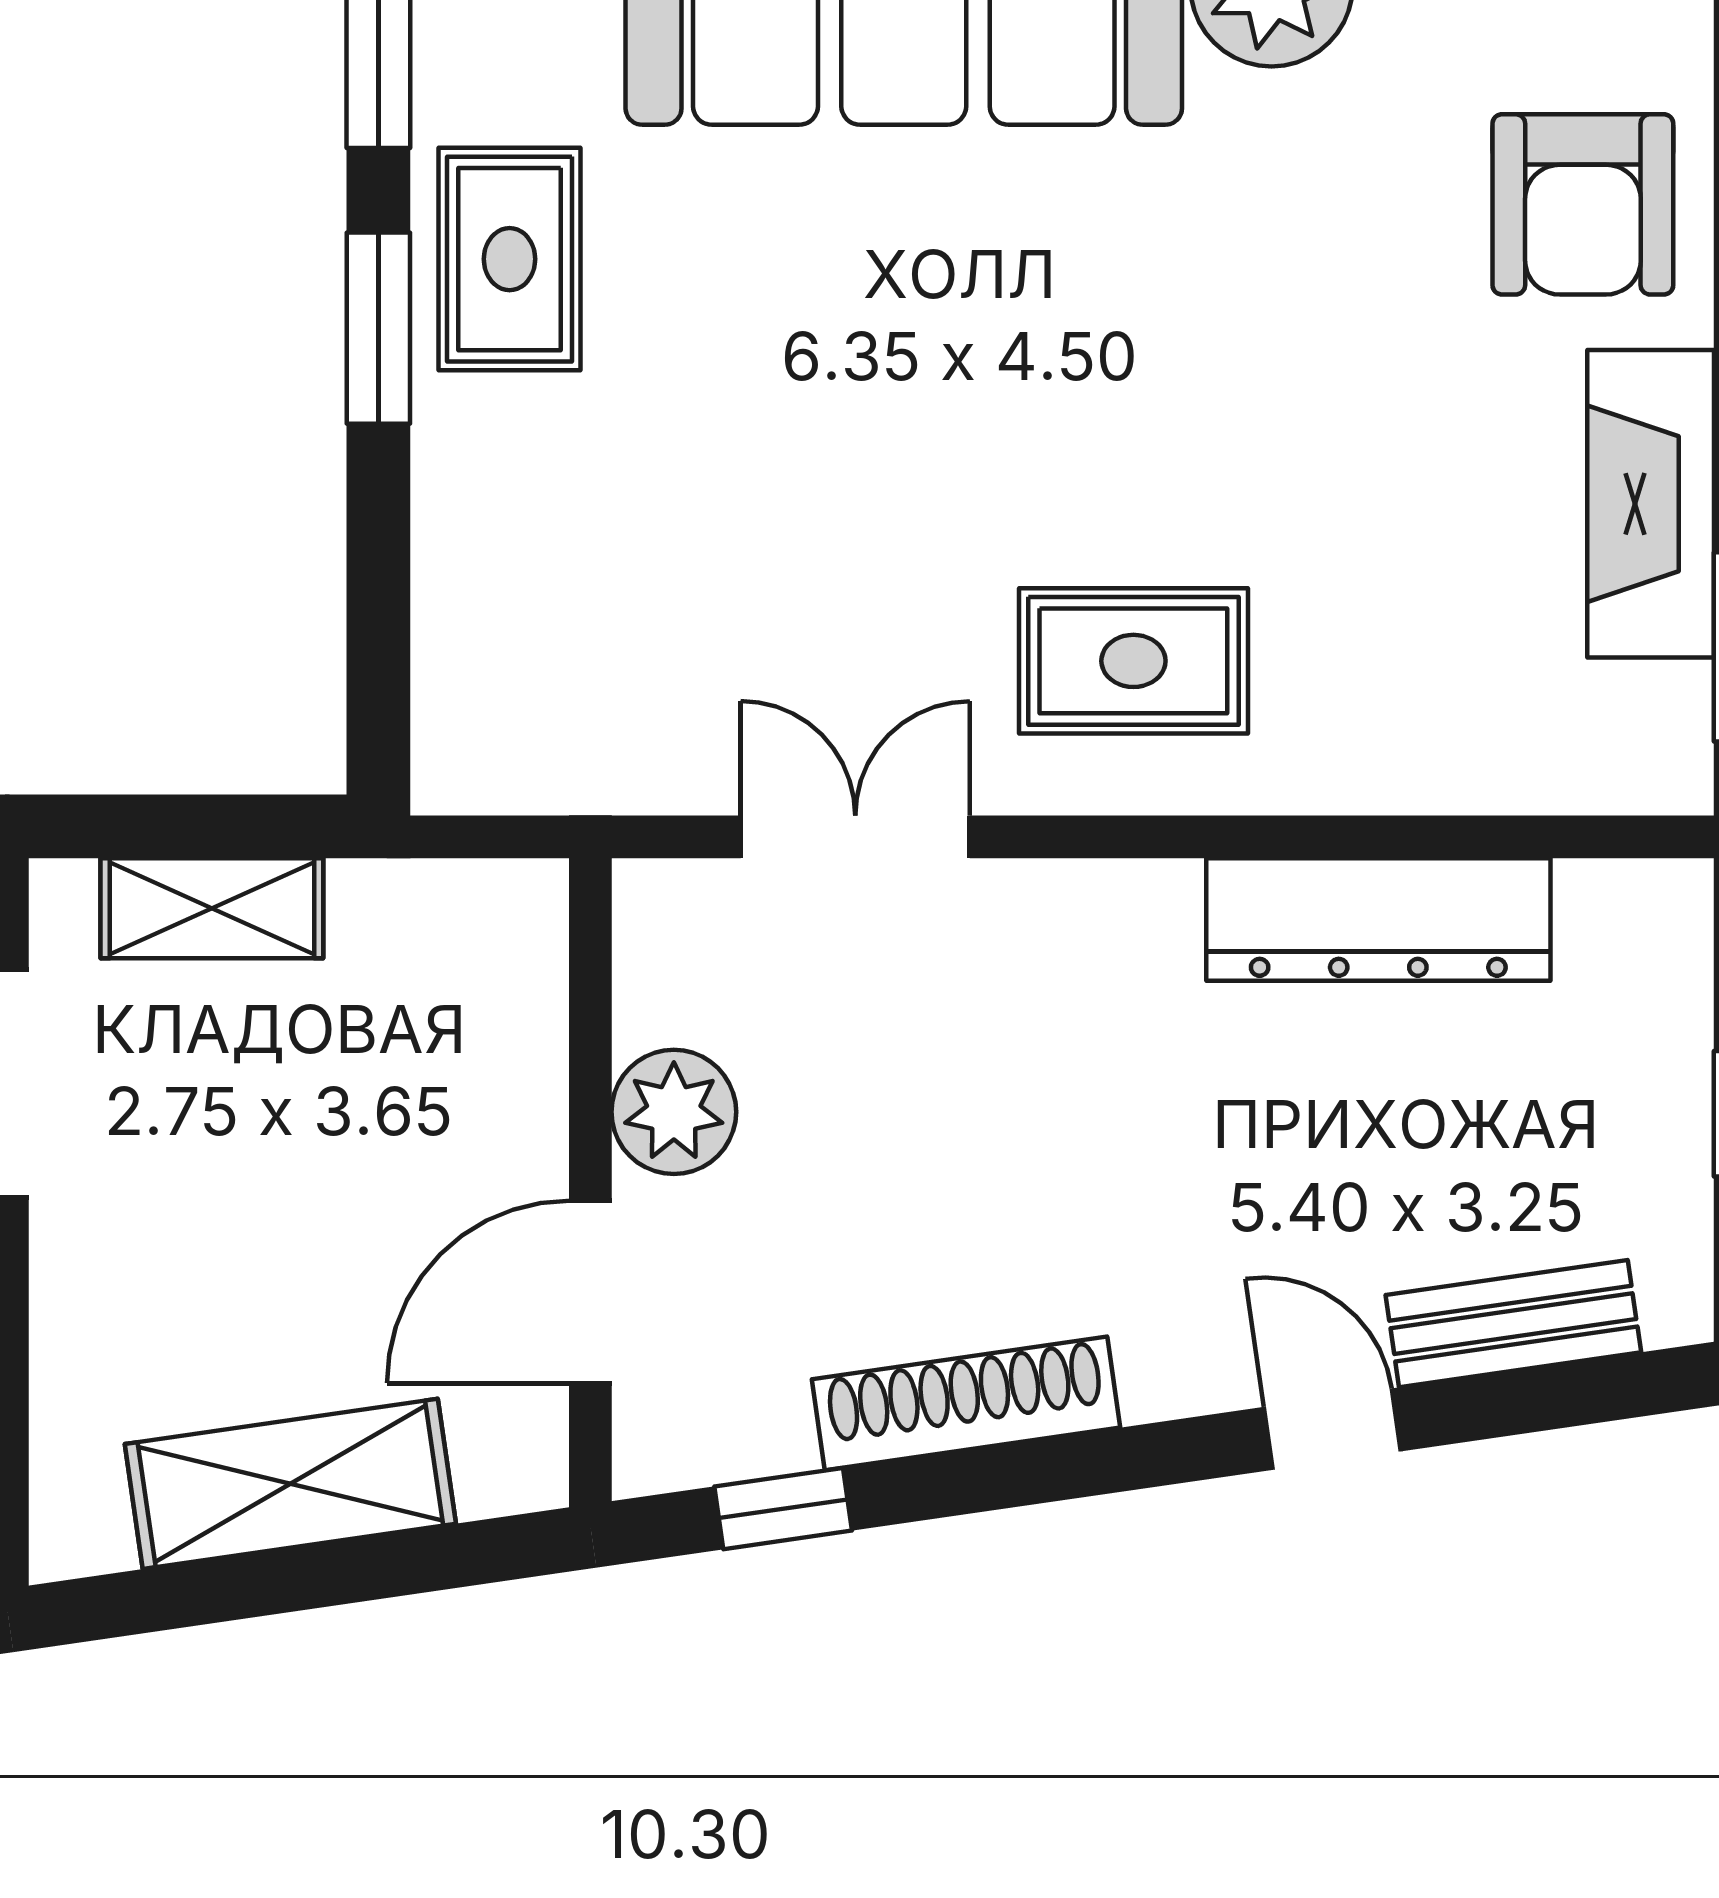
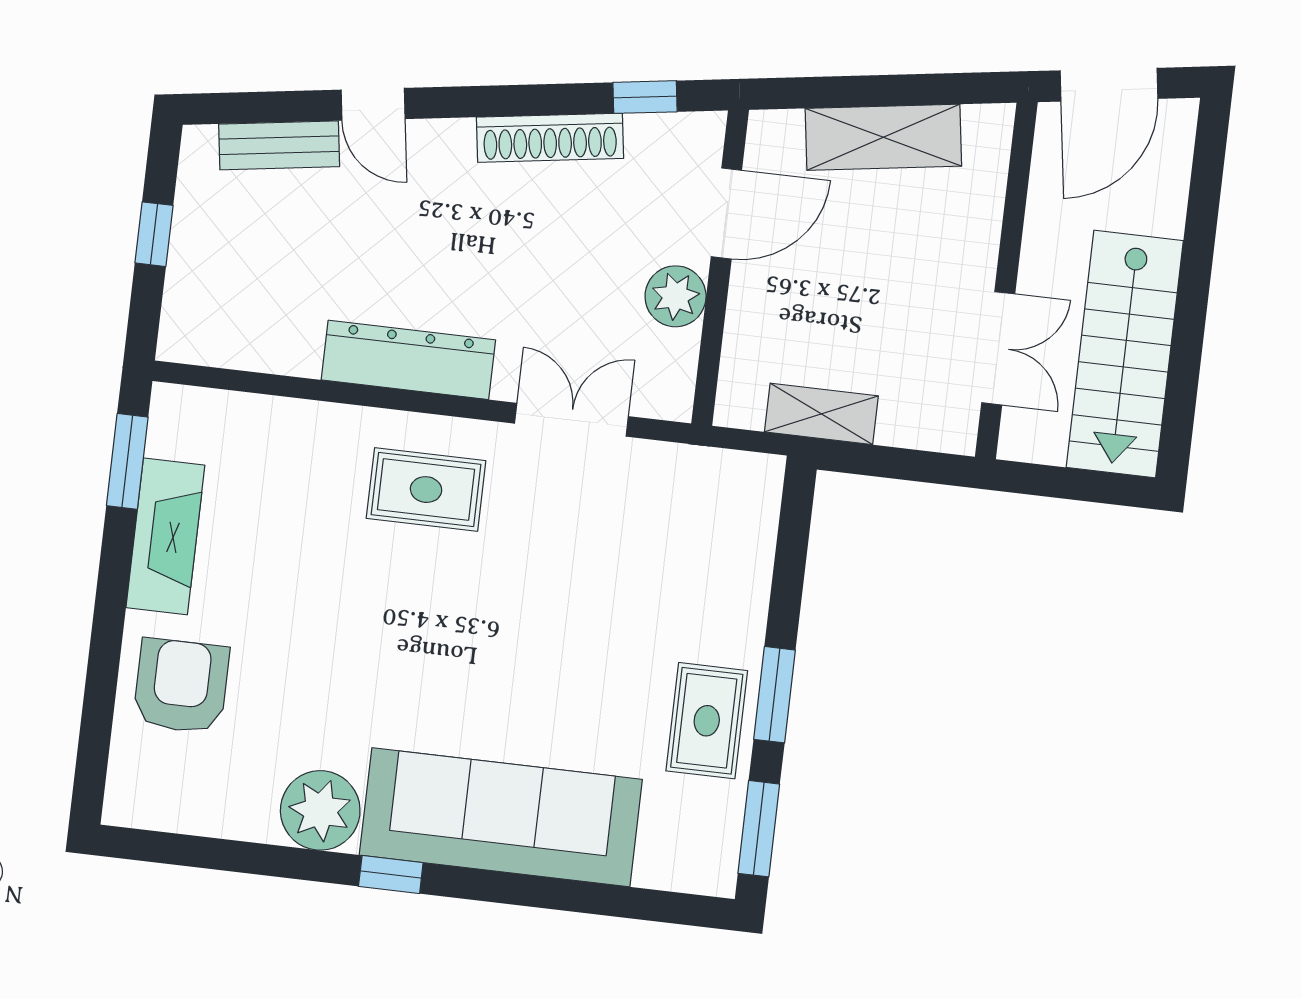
double door: (855, 837) -> (571, 420), swing flipped
shelving: (212, 908) -> (821, 414), moved
dresser: (1378, 919) -> (408, 360), moved

